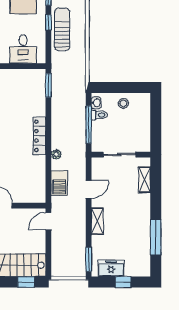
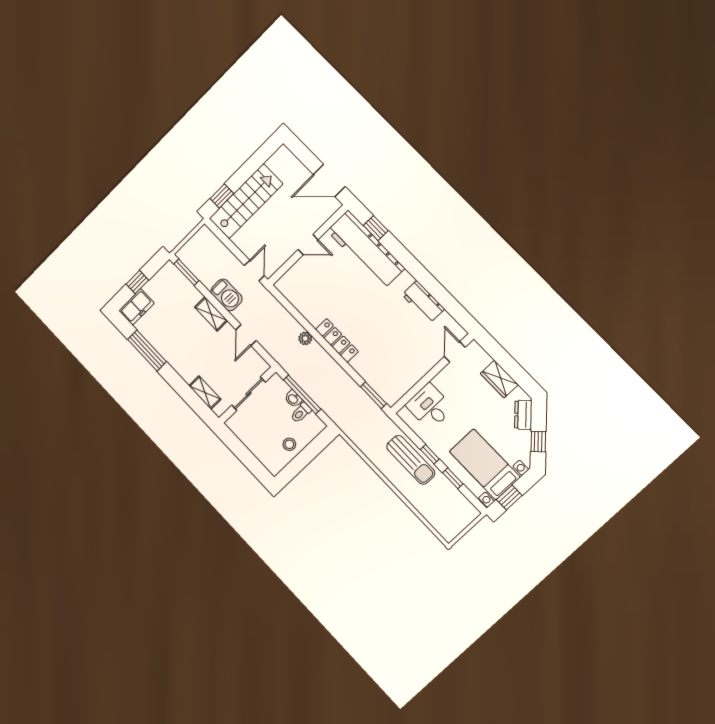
washbasin: (96, 103) -> (293, 399), moved
barbecue: (59, 183) -> (227, 295), moved, turned 180
freezer: (111, 268) -> (136, 307), moved

